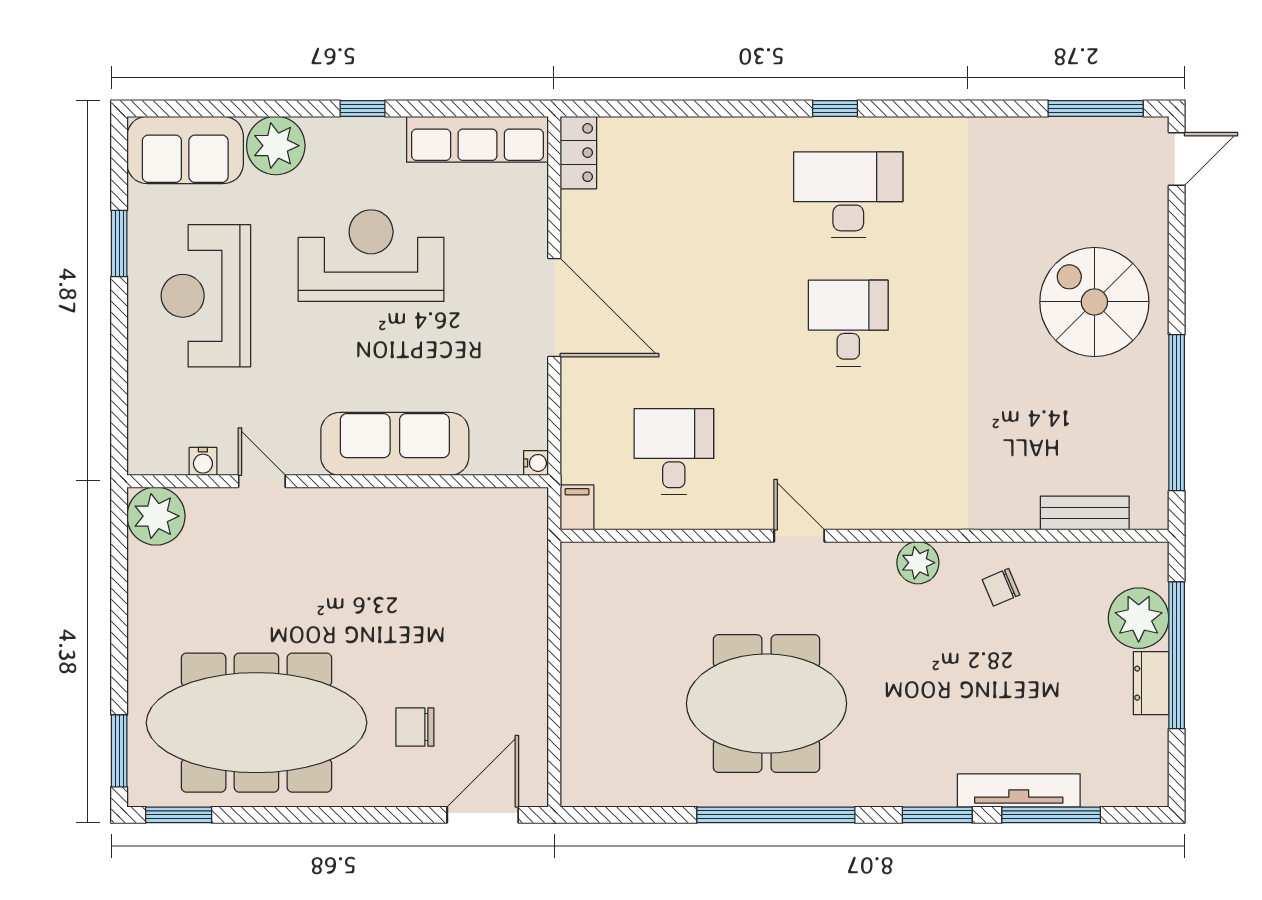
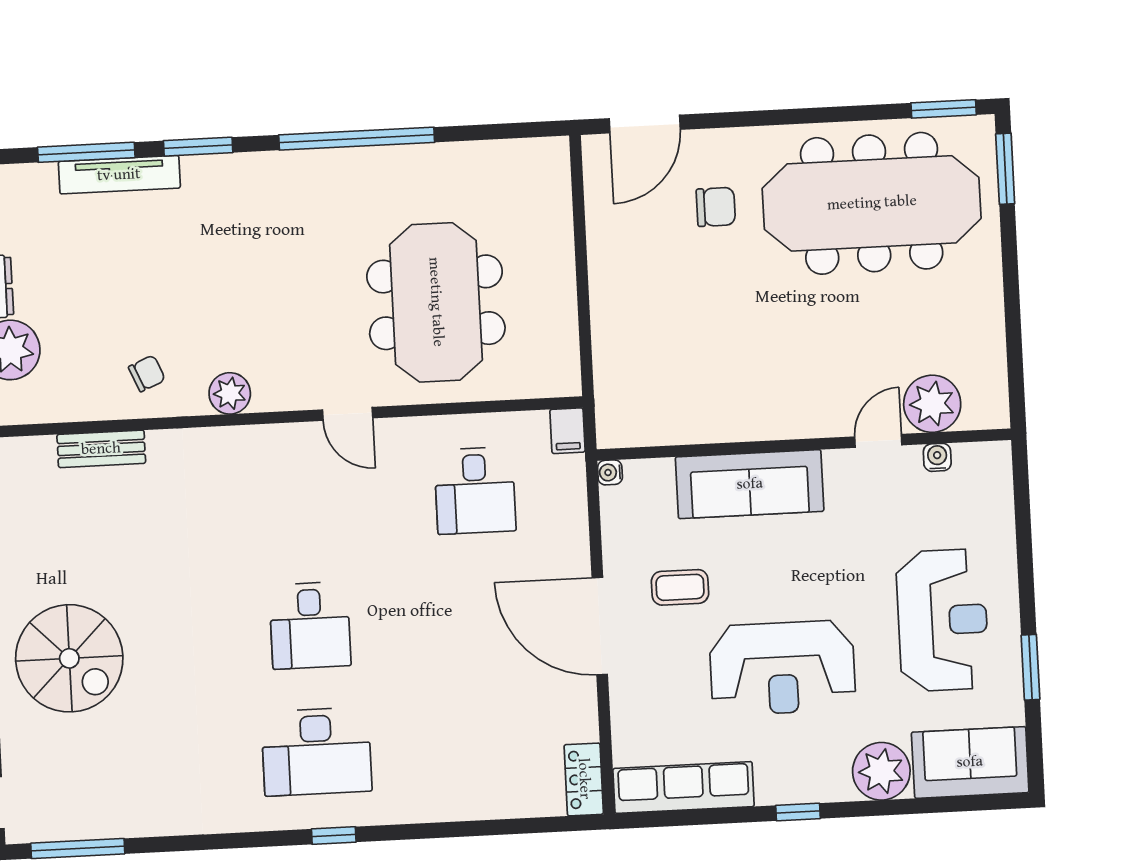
coffee table: (471, 343) -> (680, 587), added
door: (262, 481) -> (878, 441), swing flipped
bench: (1085, 513) -> (101, 449), moved
plant: (156, 516) -> (932, 404), moved
meeting table: (767, 704) -> (436, 302), moved, turned 90

